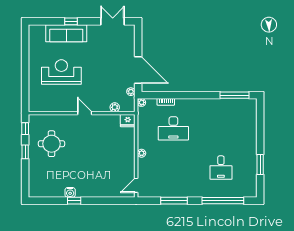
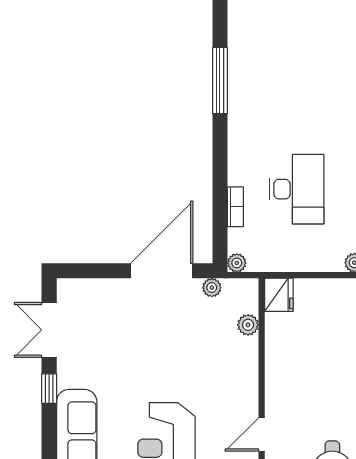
window: (71, 21) -> (49, 389), moved
window: (235, 95) -> (220, 80), moved
door: (85, 113) -> (262, 434), moved

